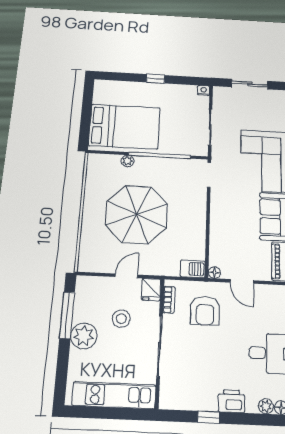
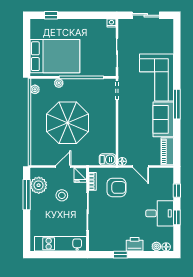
window: (156, 79) -> (51, 15), moved
plant: (93, 167) -> (35, 89), added
armchair: (205, 311) -> (116, 187), turned -90
plant: (84, 336) -> (39, 185), moved

